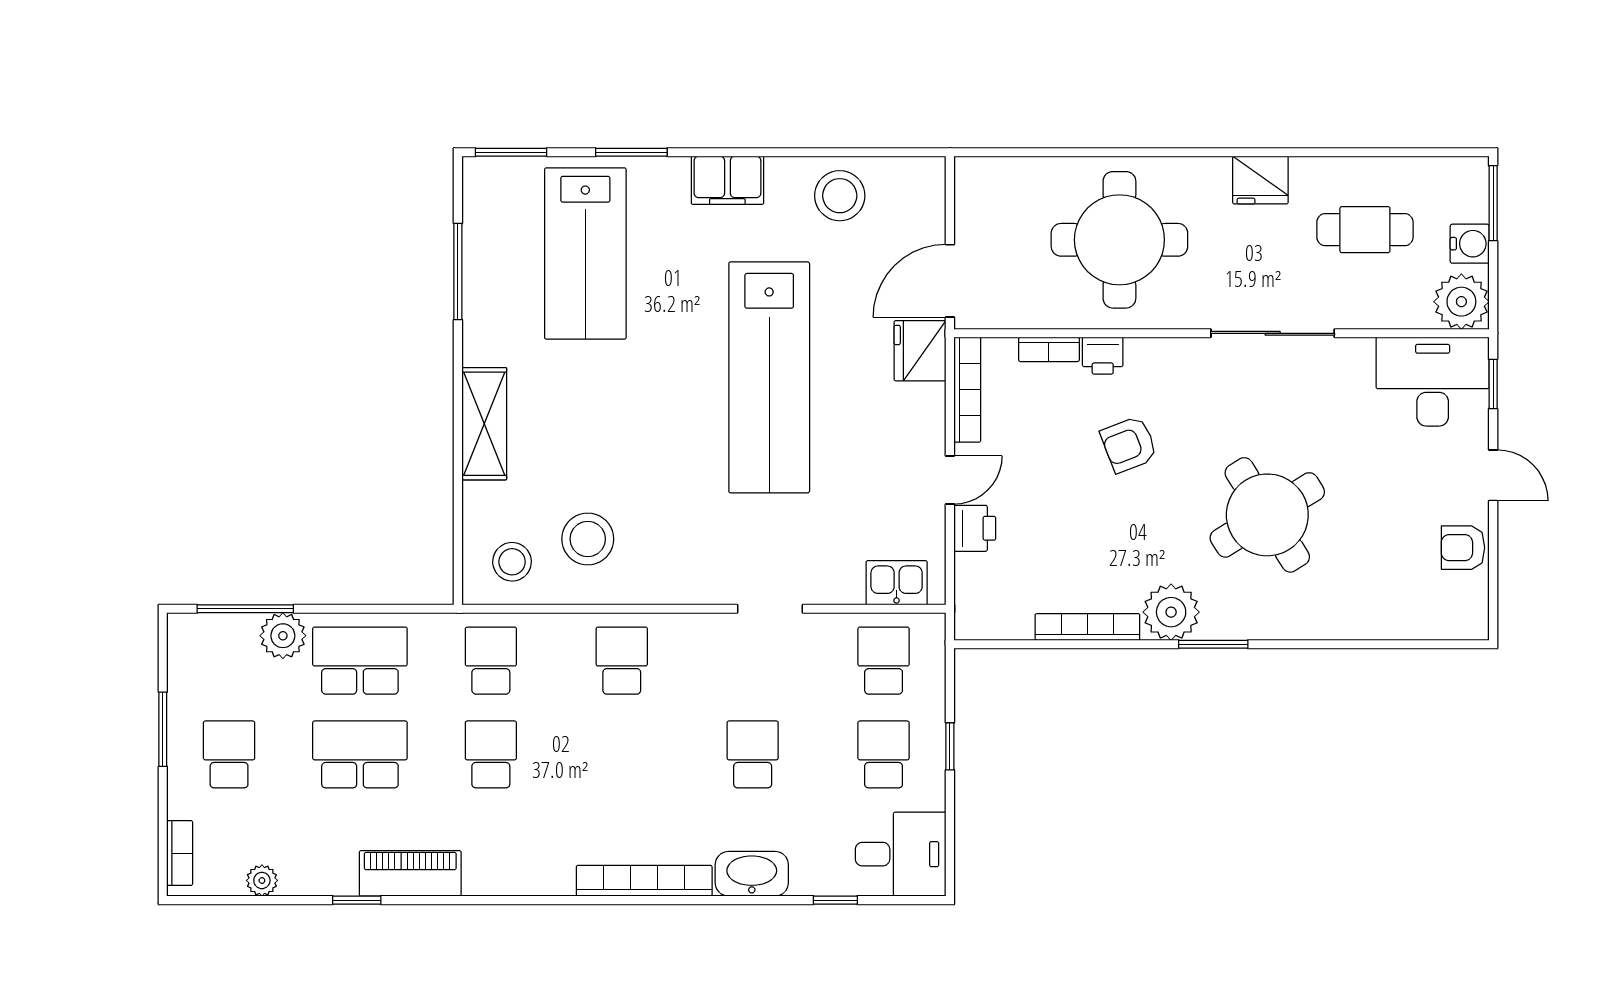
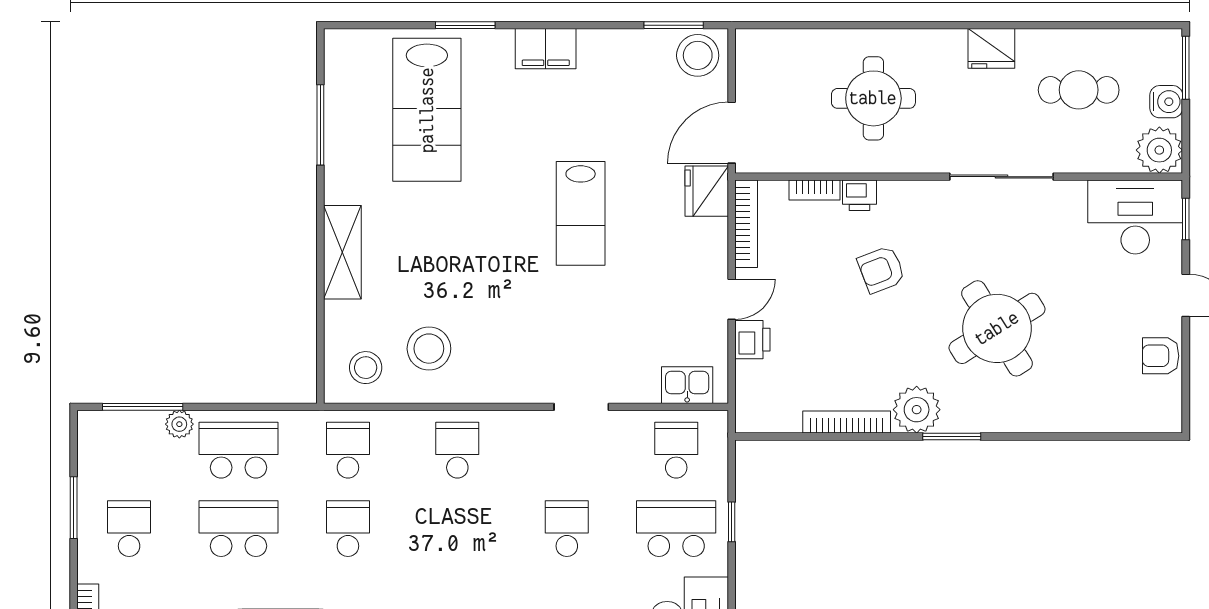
window: (511, 152) -> (674, 25), moved
stool: (840, 196) -> (698, 55), moved
round table: (1119, 240) -> (873, 98), width x0.73, depth x0.73
lab bench: (769, 377) -> (581, 213), width x0.54, depth x0.72
plant: (283, 636) -> (179, 424), width x0.73, depth x0.73
school desk: (884, 754) -> (676, 529), width x1.85

